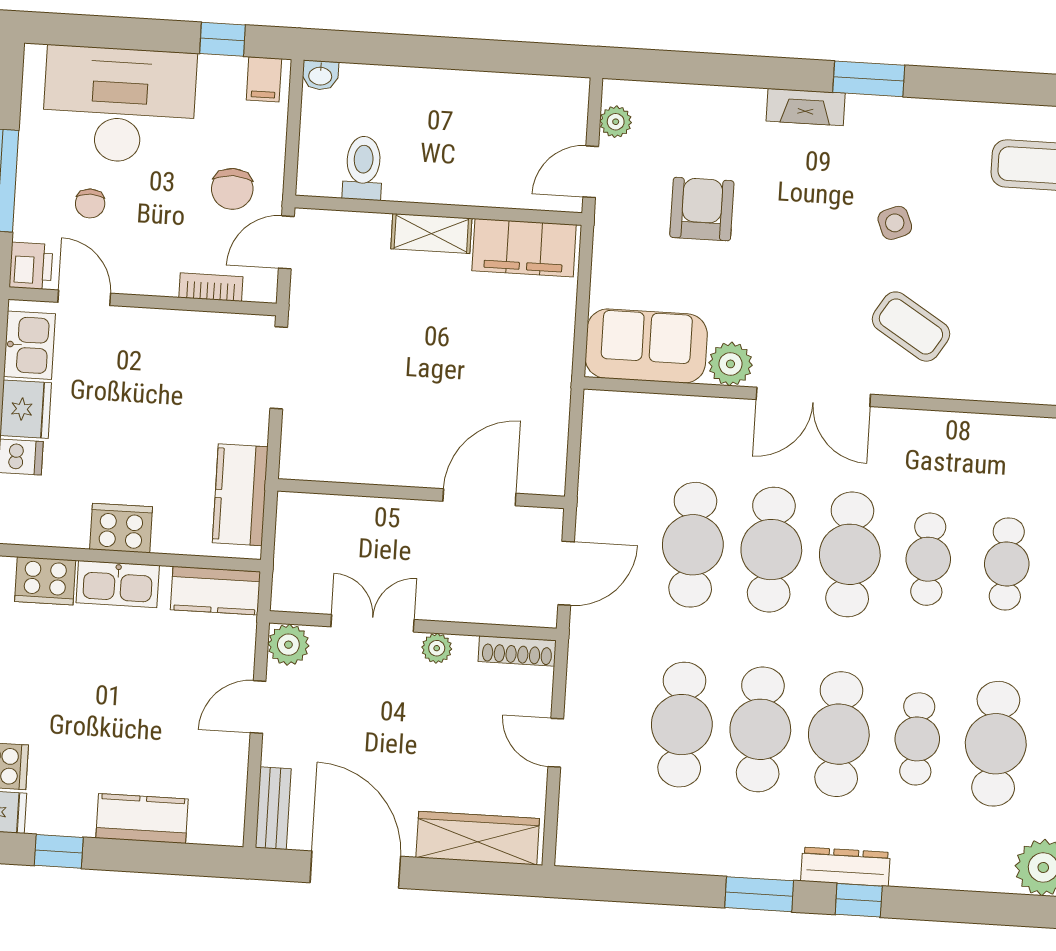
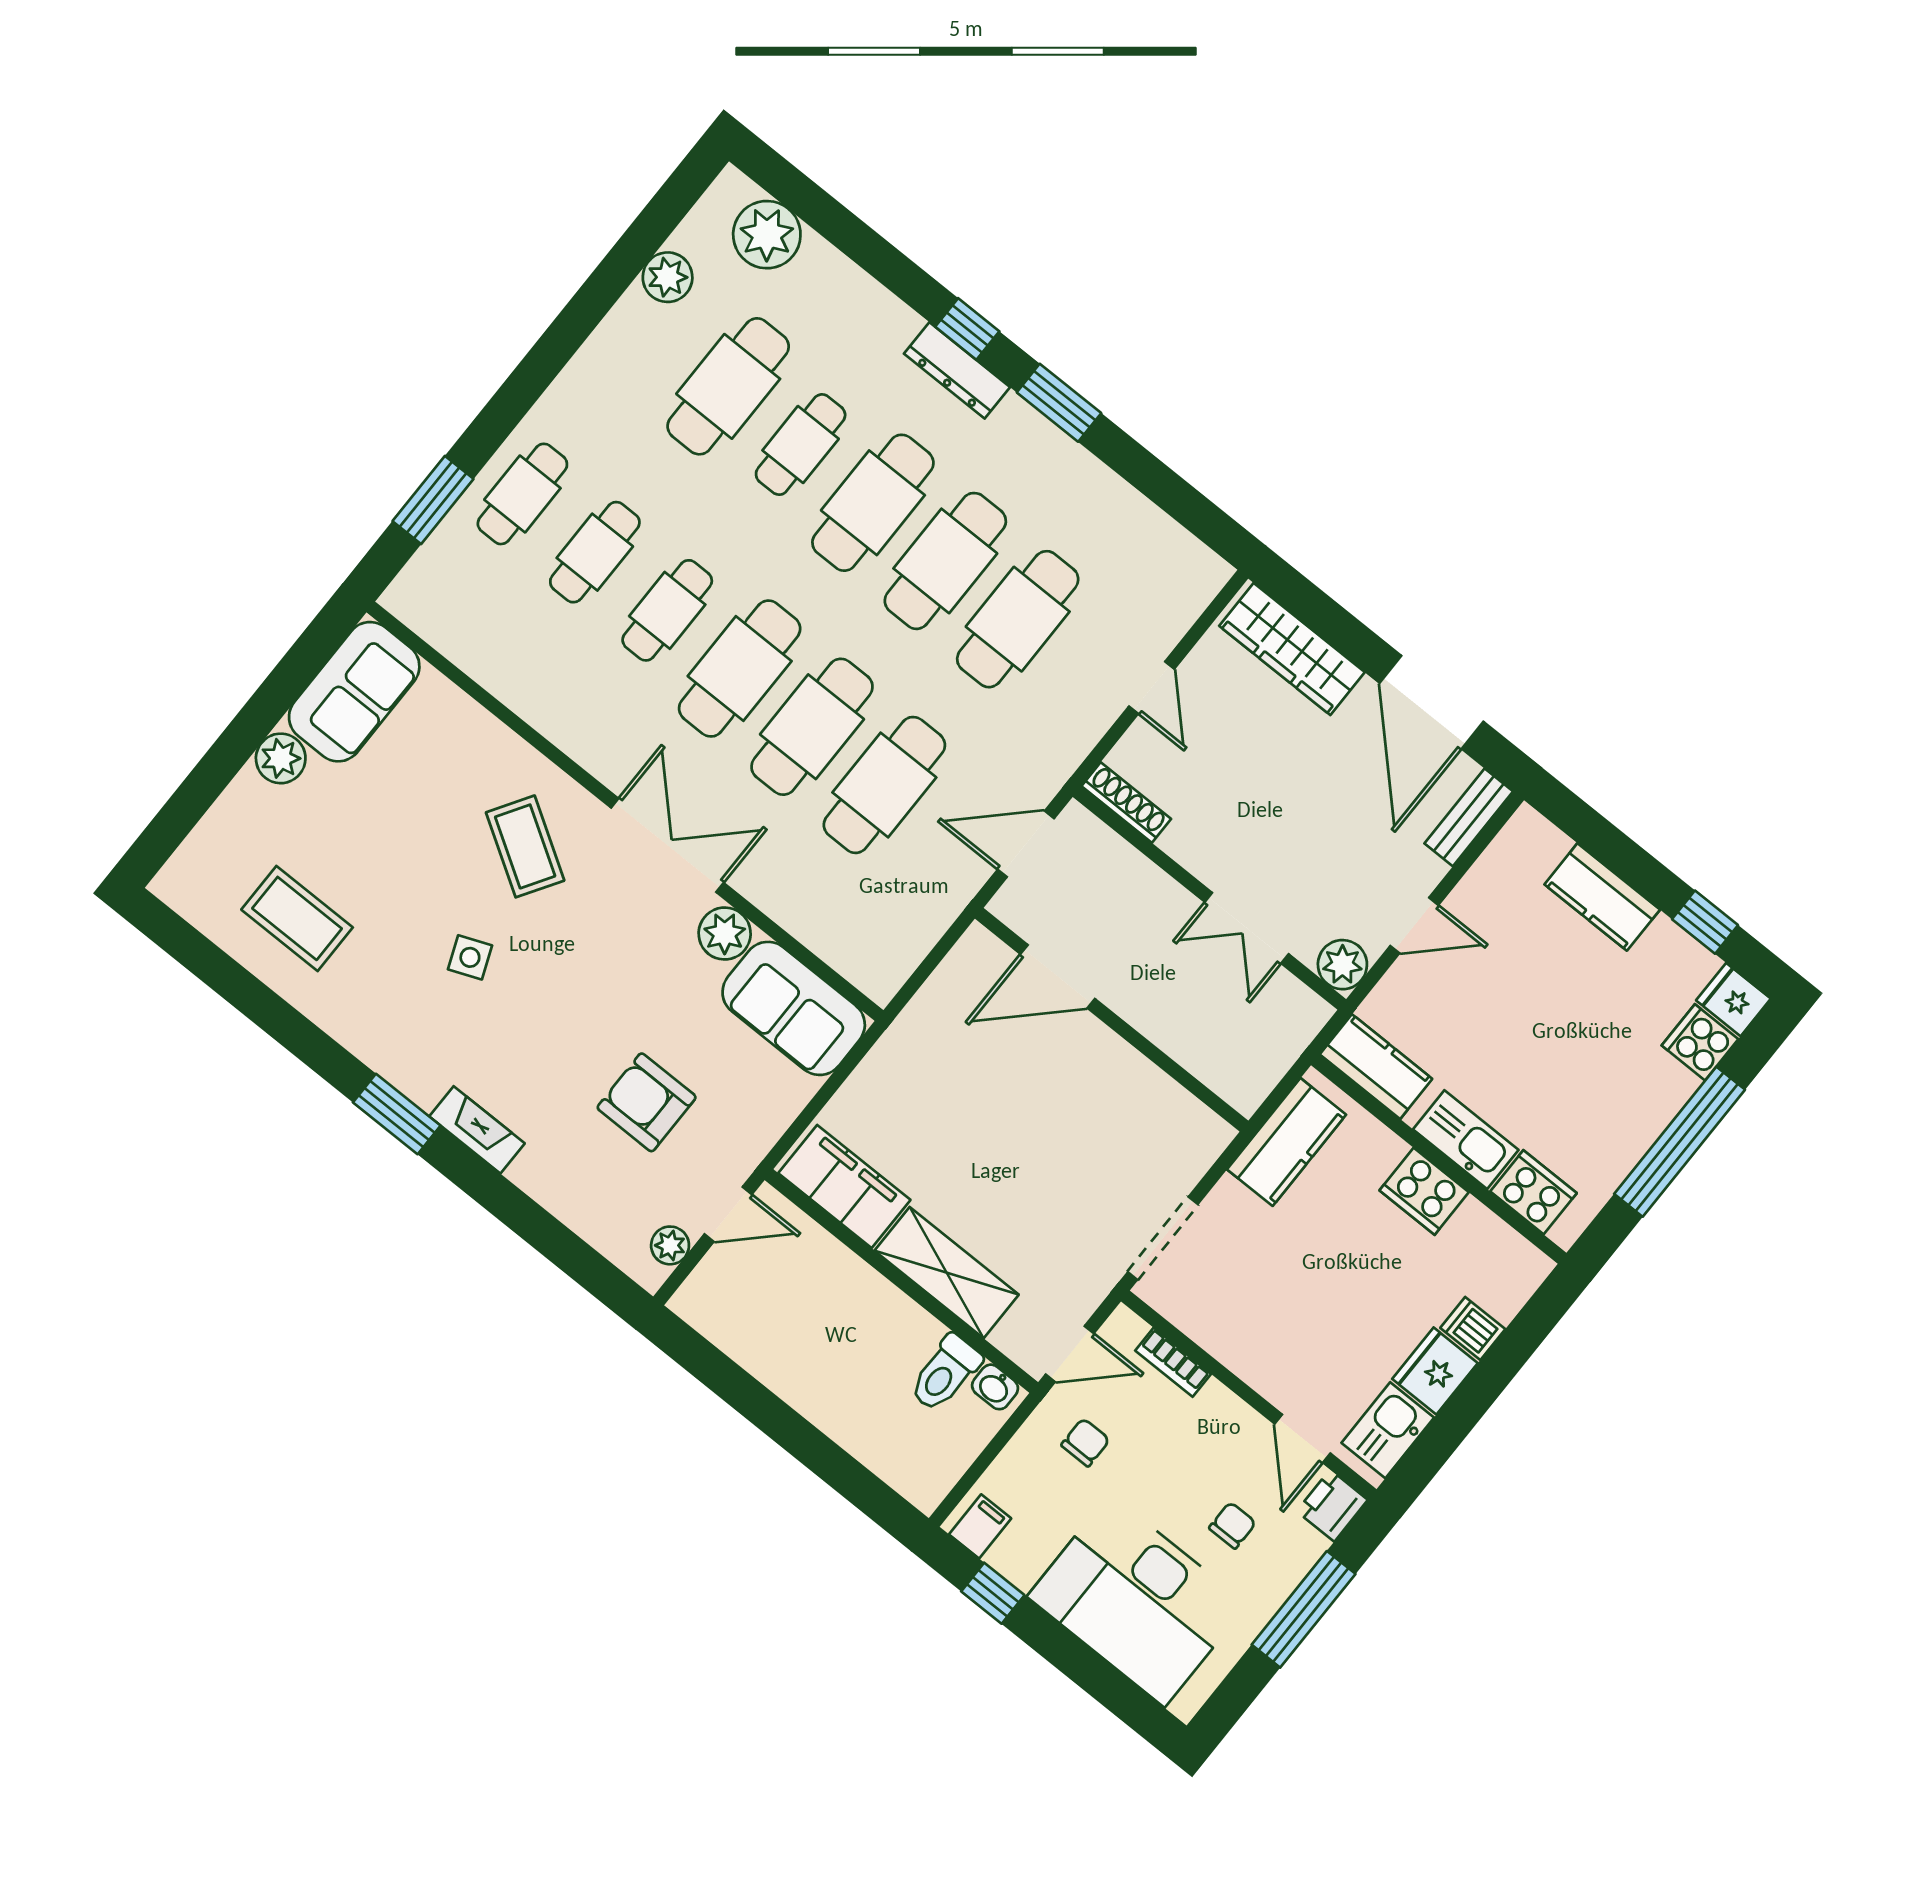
washbasin: (320, 75) -> (995, 1387), moved, turned 180
chair: (232, 189) -> (1085, 1442), width x0.73, depth x0.73
armchair: (702, 209) -> (647, 1102), turned 90
shelving: (431, 234) -> (947, 1273), width x1.50, depth x1.33
plant: (437, 648) -> (1202, 860), removed

